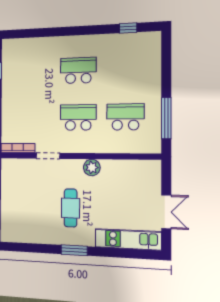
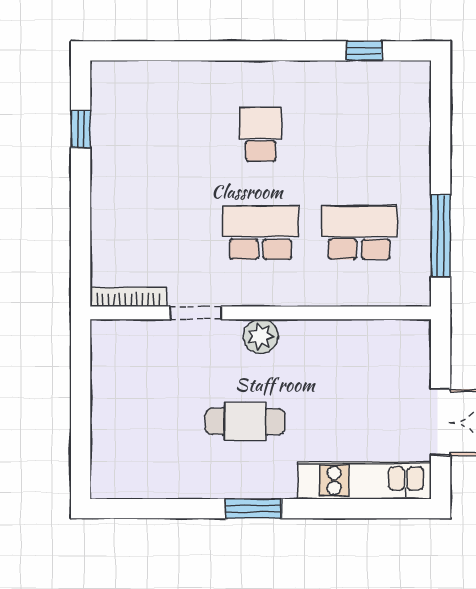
school desk: (78, 70) -> (261, 134), width x0.54
plant: (92, 167) -> (261, 336), moved
cafe table: (71, 208) -> (245, 421), turned 90

